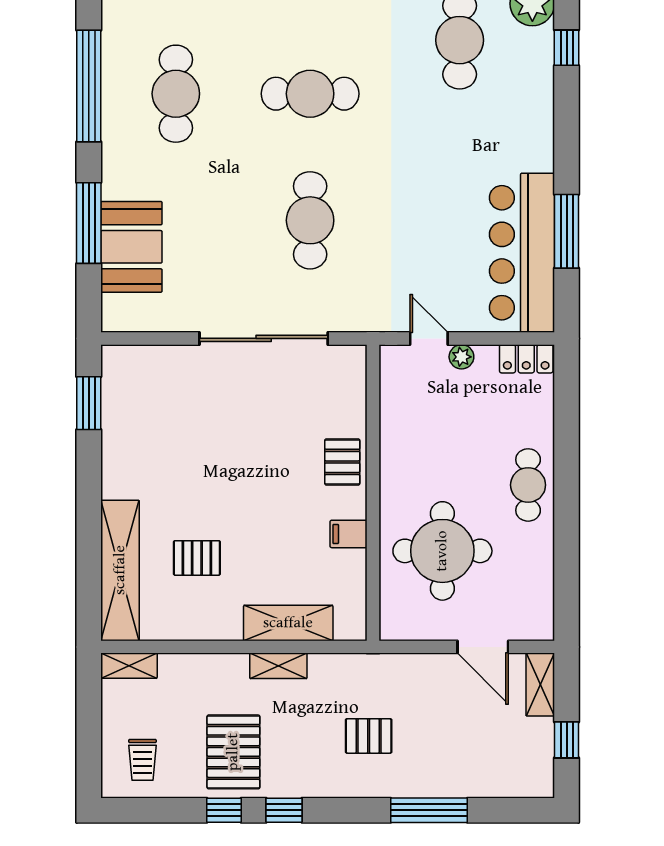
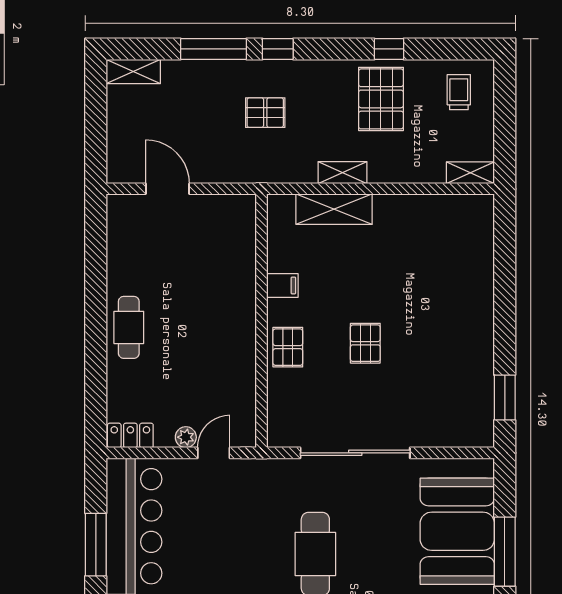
booth: (131, 247) -> (457, 531), width x1.36, depth x1.42
door: (429, 338) -> (214, 453), swing flipped
round table: (442, 551) -> (202, 271), removed
pallet: (197, 558) -> (365, 343), moved, turned 90
shelving: (120, 570) -> (478, 254), removed
shelving: (540, 685) -> (133, 72), moved, turned 90
window: (567, 740) -> (96, 109), removed
window: (284, 810) -> (278, 49), moved

